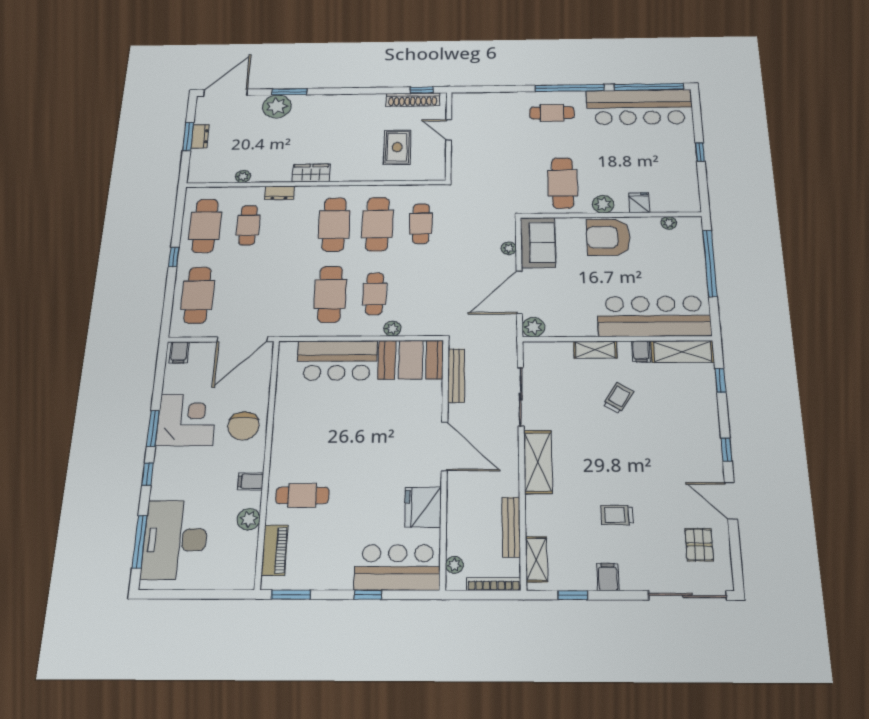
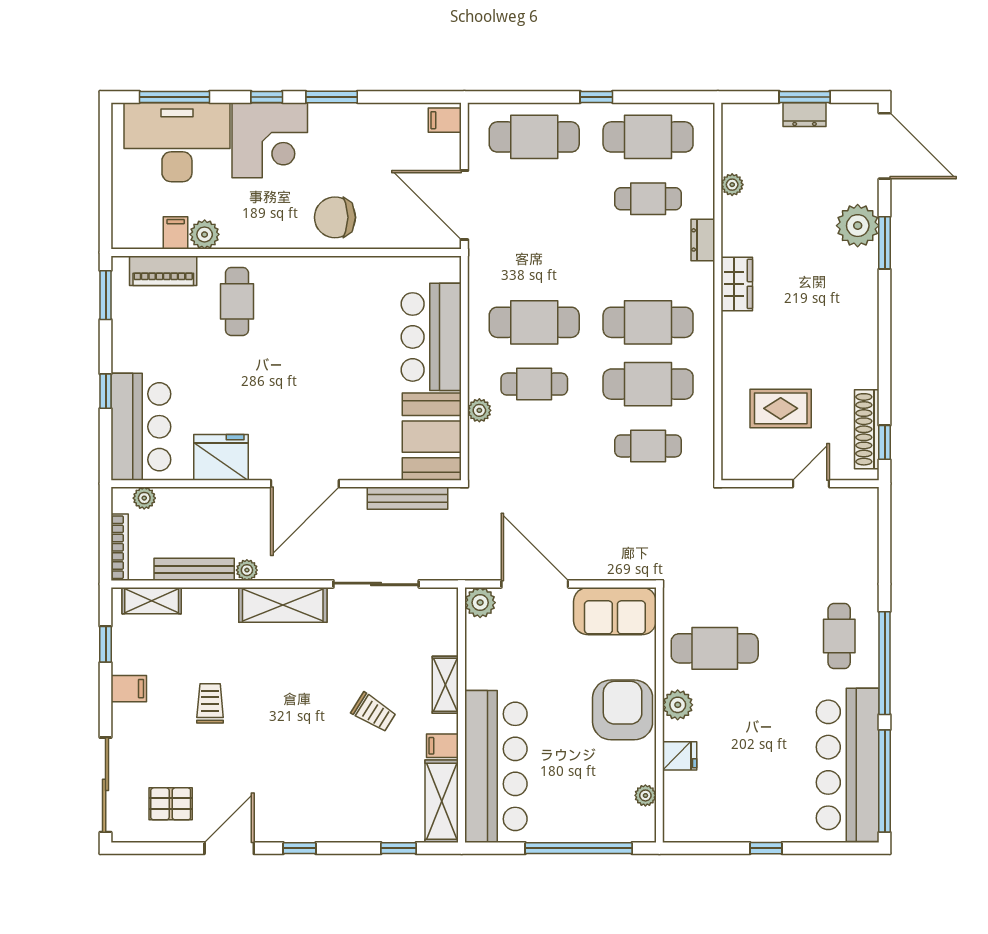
plant: (509, 248) -> (247, 570), moved
corner desk: (186, 420) -> (270, 140), moved
filing cabinet: (251, 481) -> (176, 233), moved

